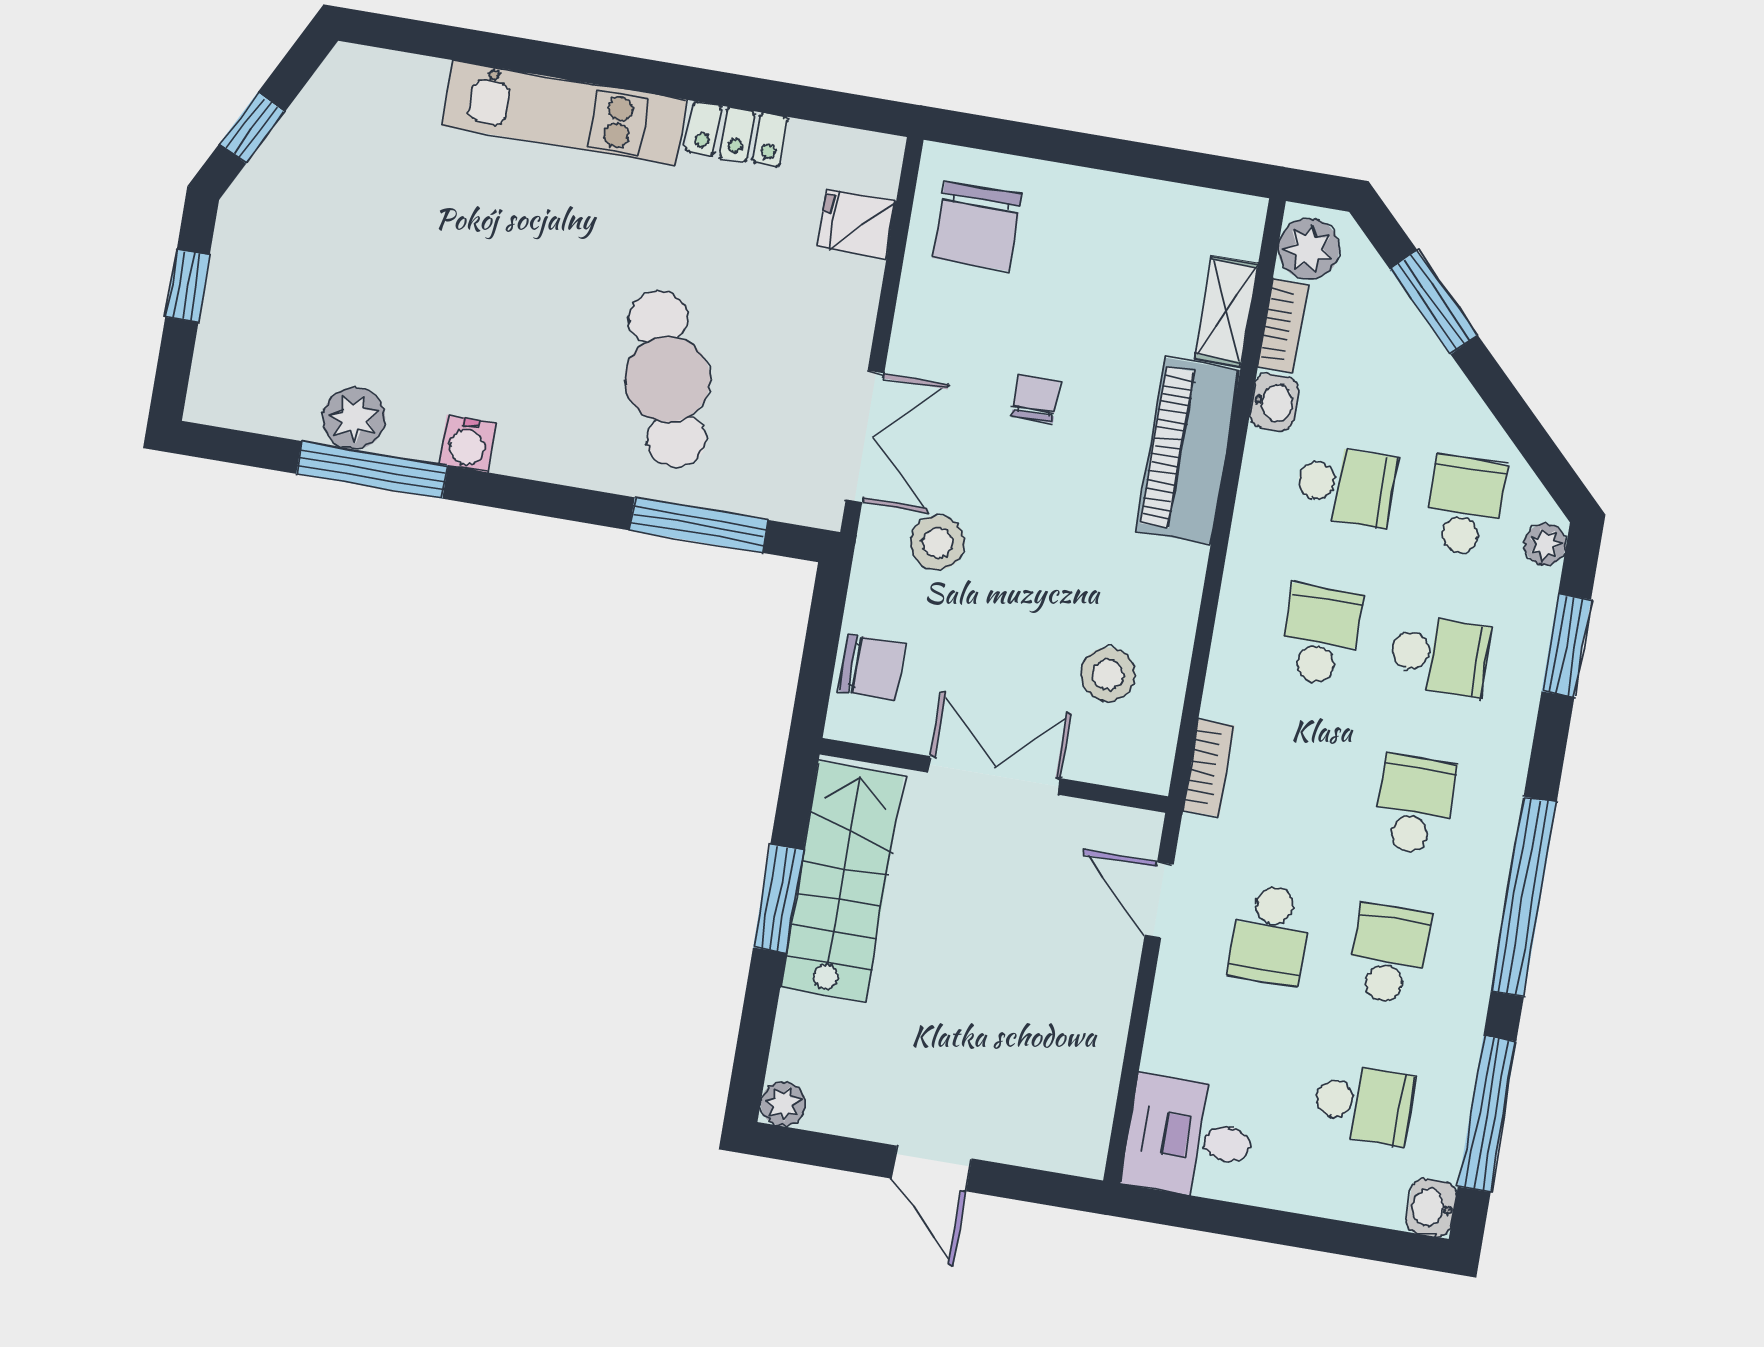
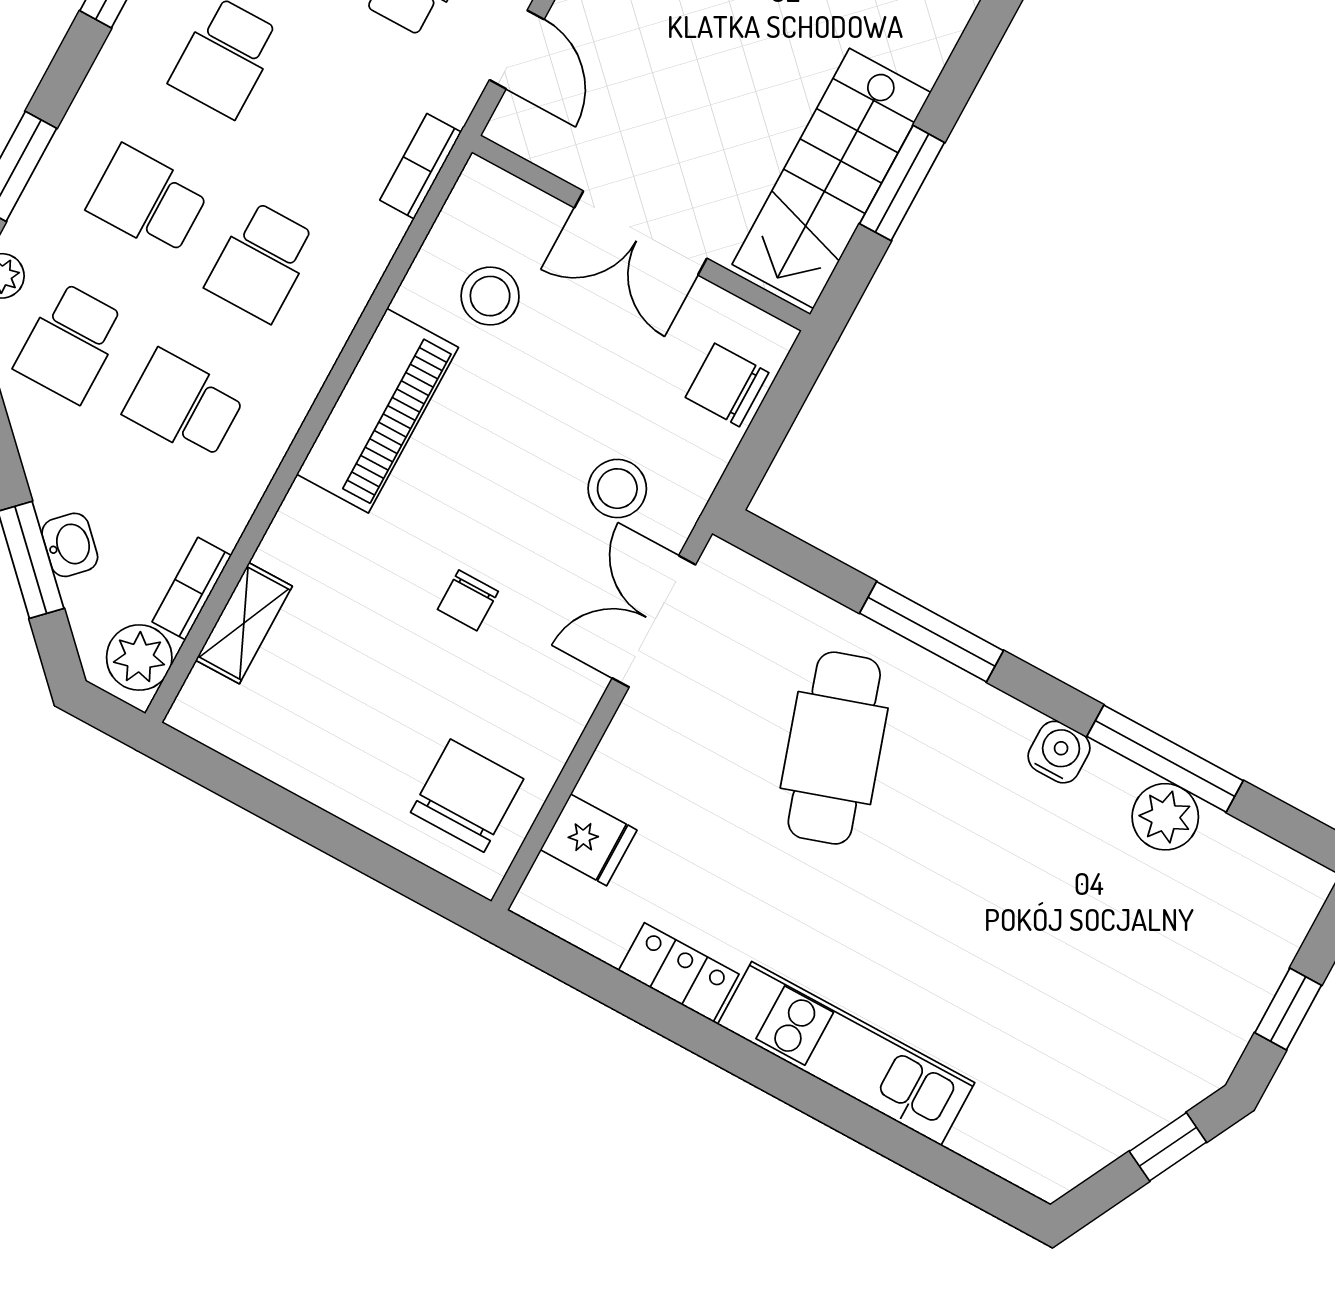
washbasin: (1274, 402) -> (70, 545), moved, turned 135
piano: (1188, 451) -> (377, 411), moved
window: (699, 525) -> (931, 632), moved

